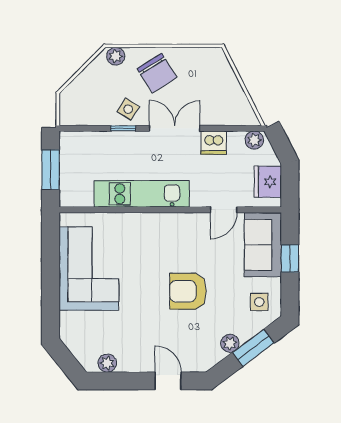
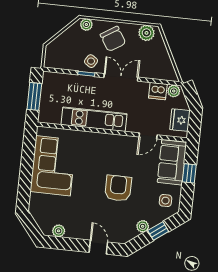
plant: (205, 59) -> (146, 33), added
dishwasher: (214, 143) -> (158, 91), moved
armchair: (188, 291) -> (118, 188), turned 90
window: (253, 348) -> (158, 231), width x0.67

